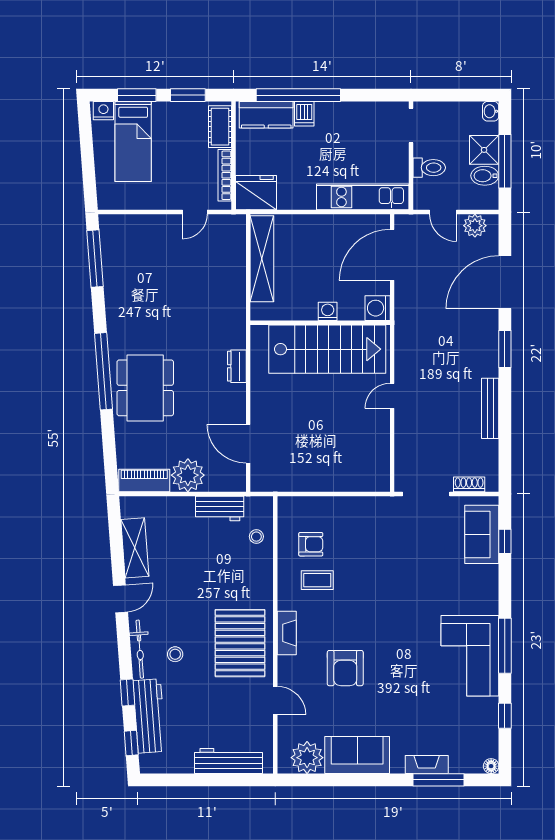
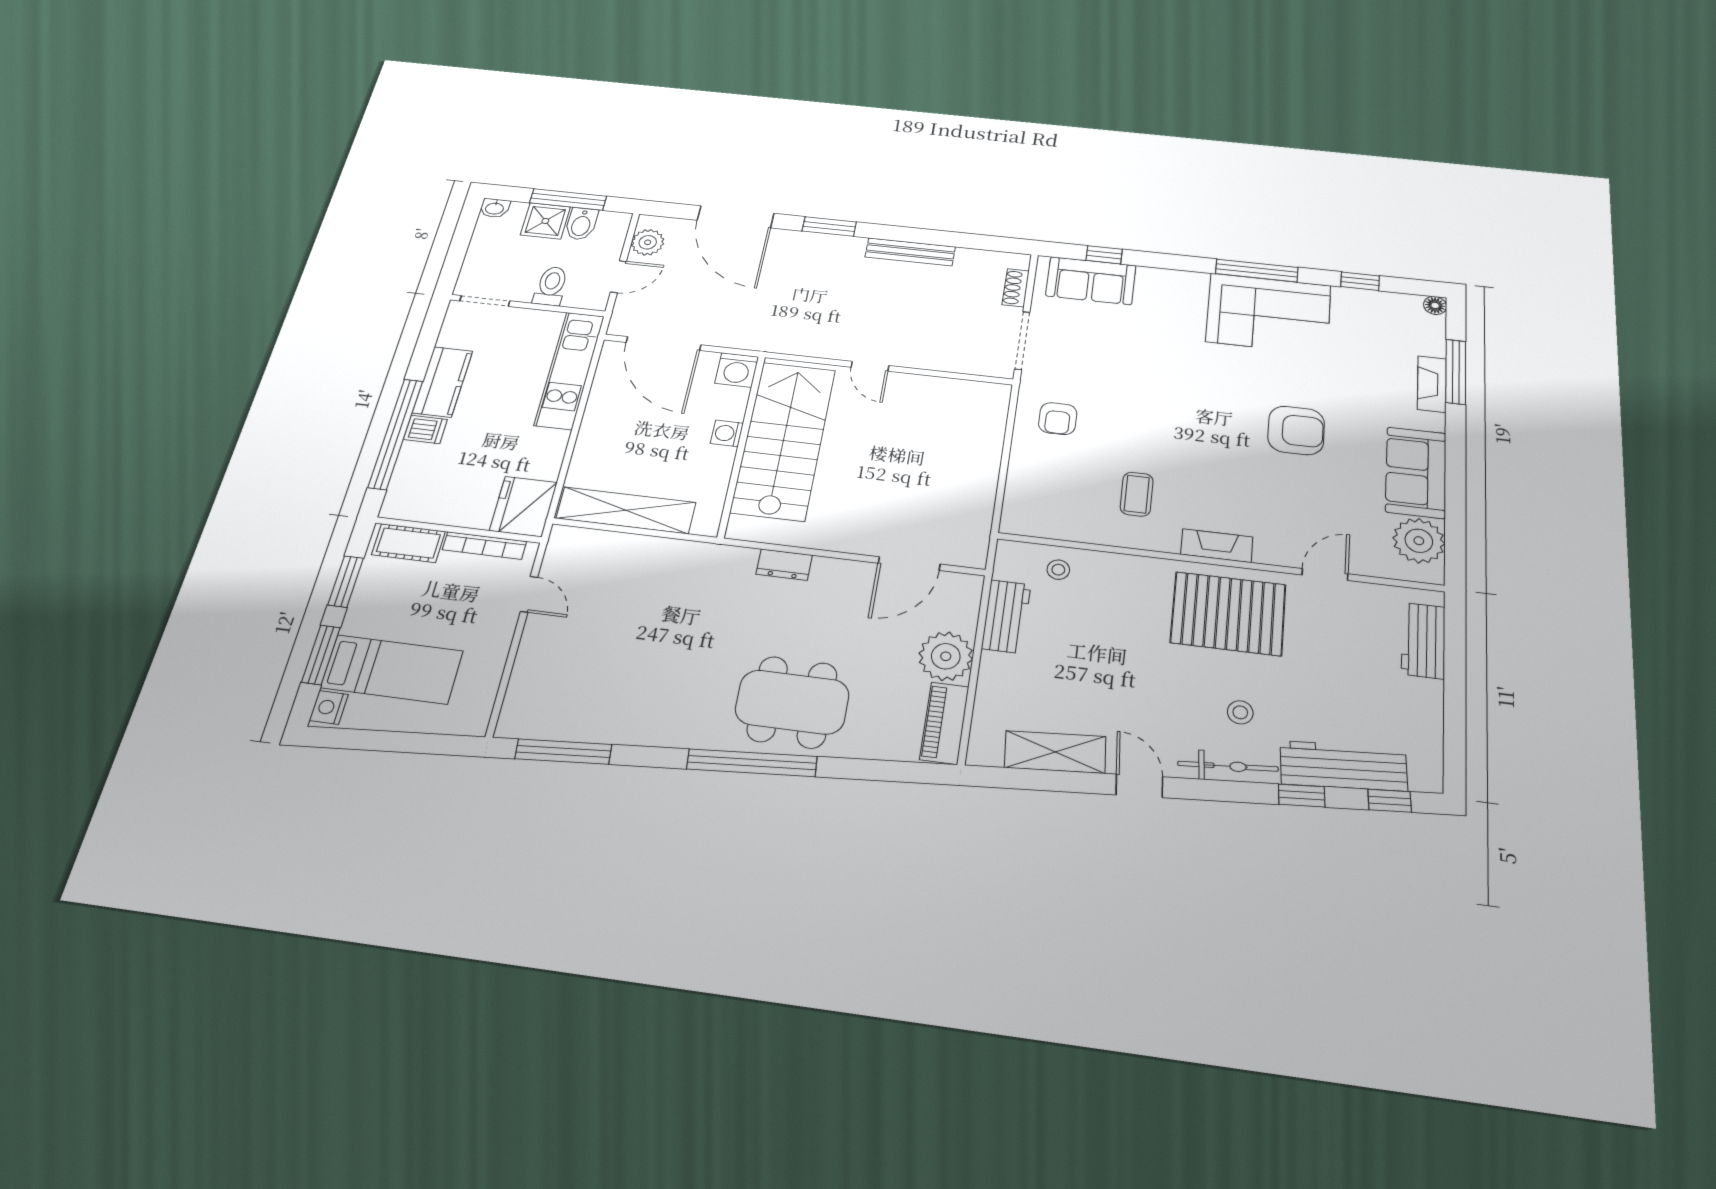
kitchen counter: (266, 115) -> (443, 382), moved
armchair: (311, 544) -> (1058, 419), moved, turned 180
armchair: (345, 668) -> (1296, 430), moved
workbench: (228, 761) -> (1423, 640), width x0.73

